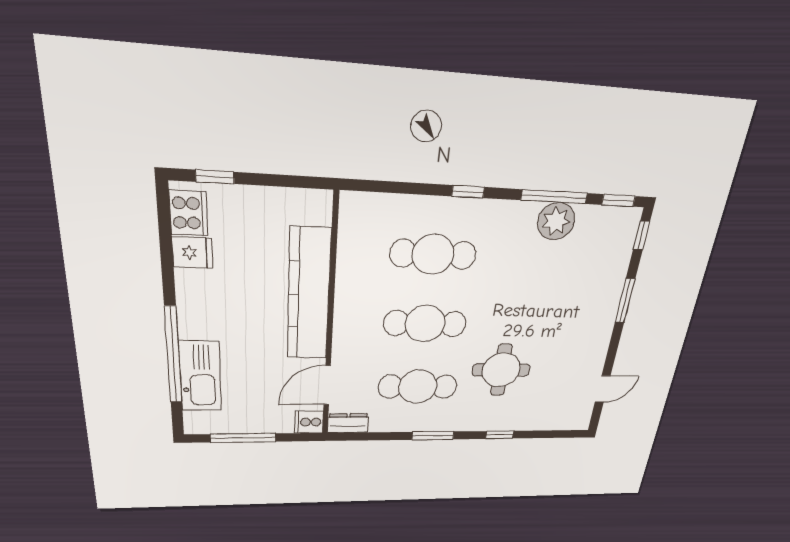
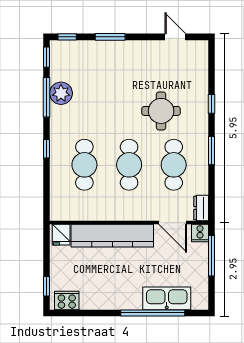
fridge: (193, 253) -> (61, 235), moved, turned 180
window: (243, 438) -> (212, 256), moved

